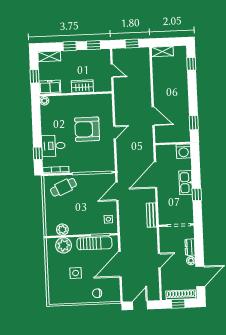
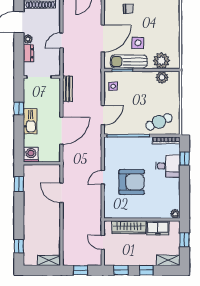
wardrobe: (82, 86) -> (129, 227), width x1.50
freezer: (50, 87) -> (158, 228), moved
side table: (76, 273) -> (138, 43), moved

